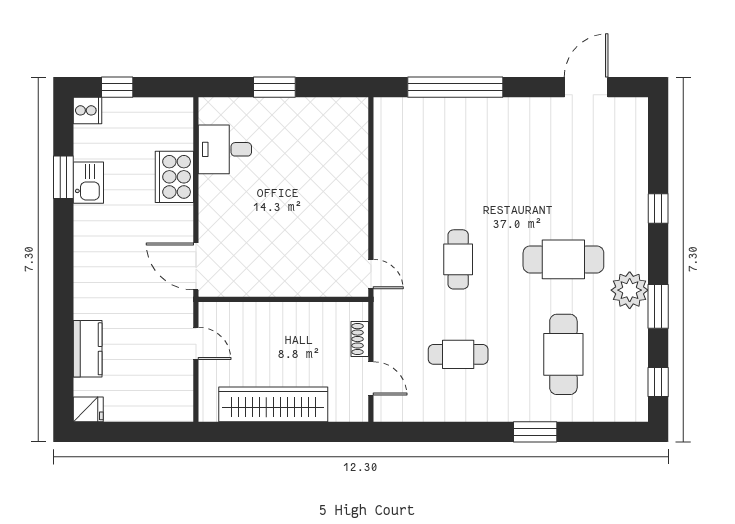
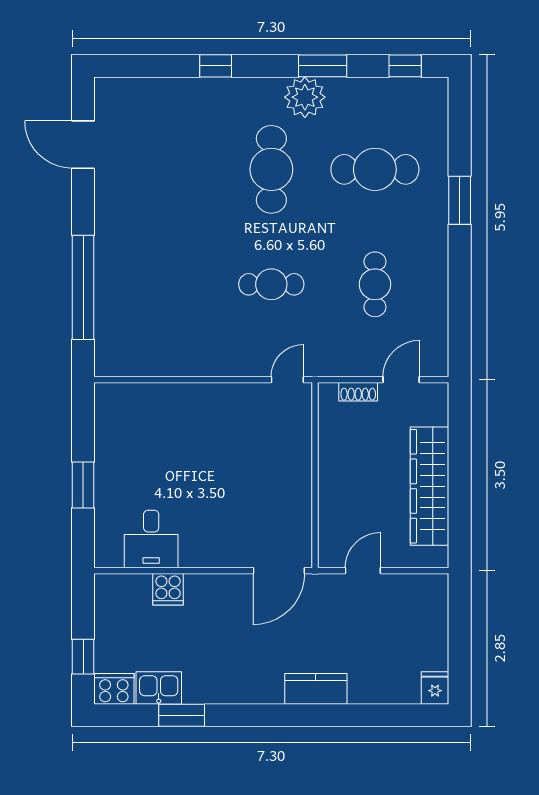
cooker: (88, 110) -> (114, 689), width x1.36
cooker: (174, 177) -> (168, 589), width x0.53, depth x0.76
kitchen sink: (88, 183) -> (159, 688), moved
kitchen counter: (88, 349) -> (316, 689), moved

